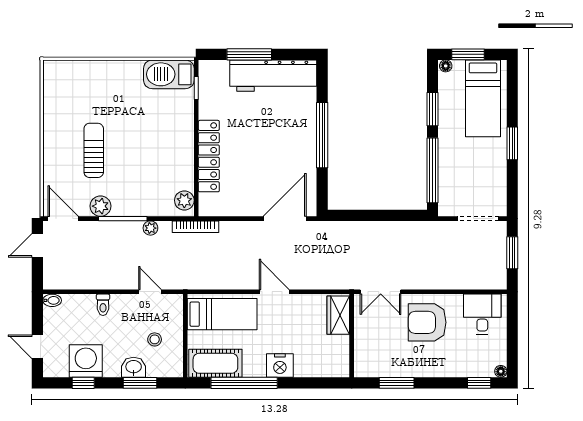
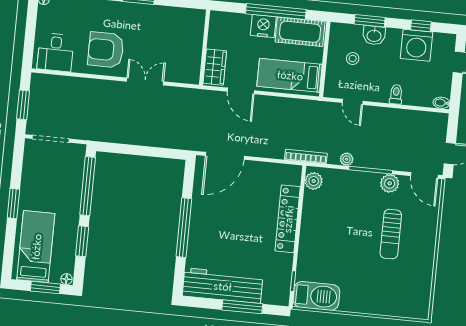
wardrobe: (338, 315) -> (215, 67), moved
armchair: (427, 322) -> (106, 50), turned 180
wall: (352, 336) -> (205, 47), moved
nightstand: (280, 366) -> (263, 26), moved

